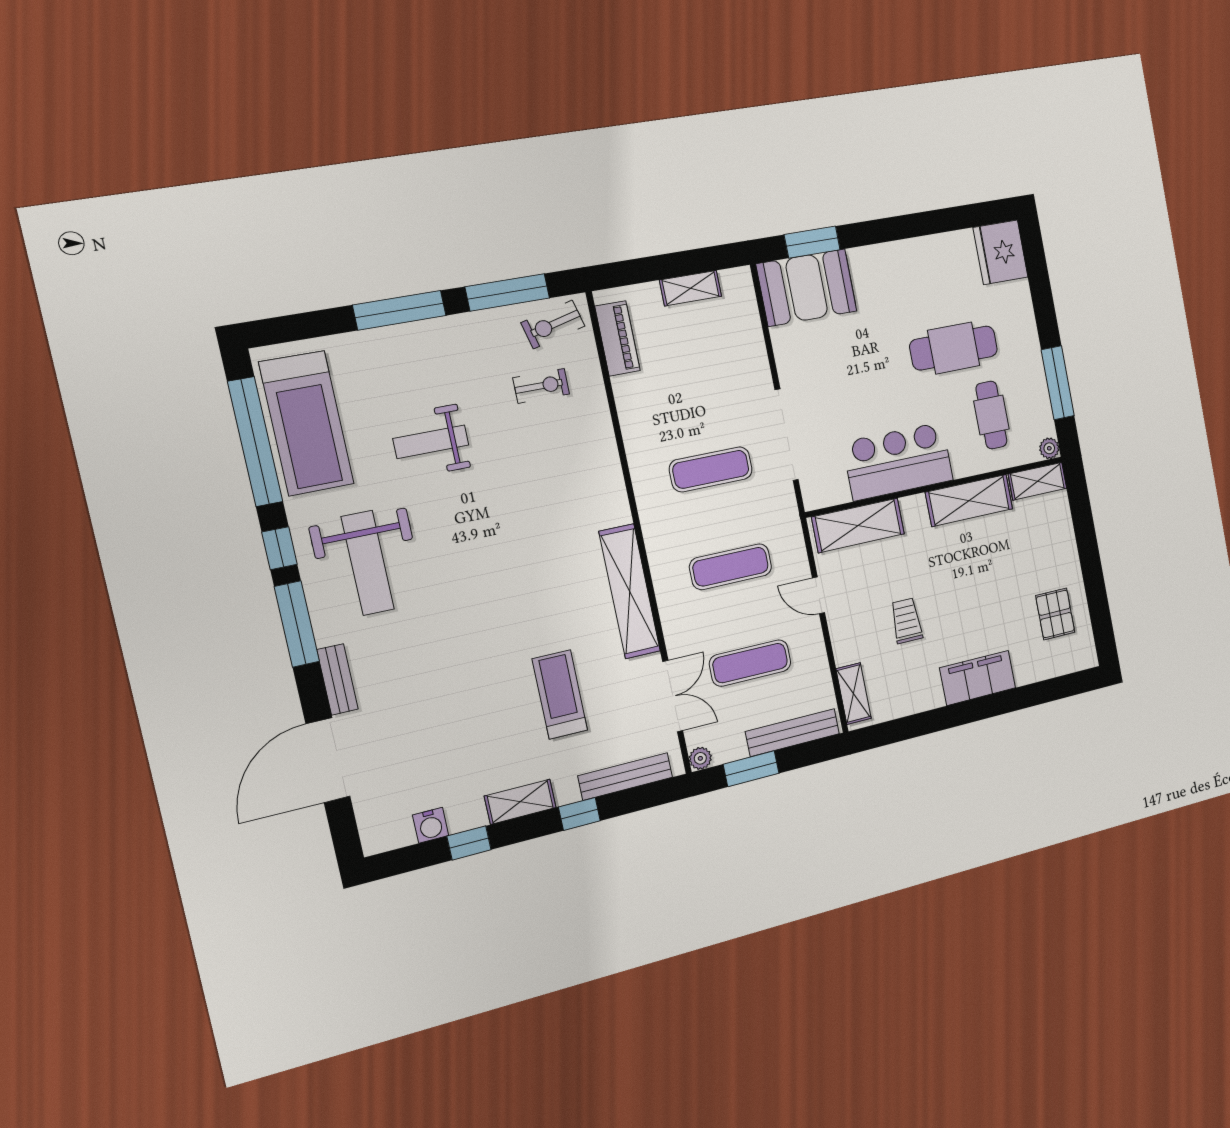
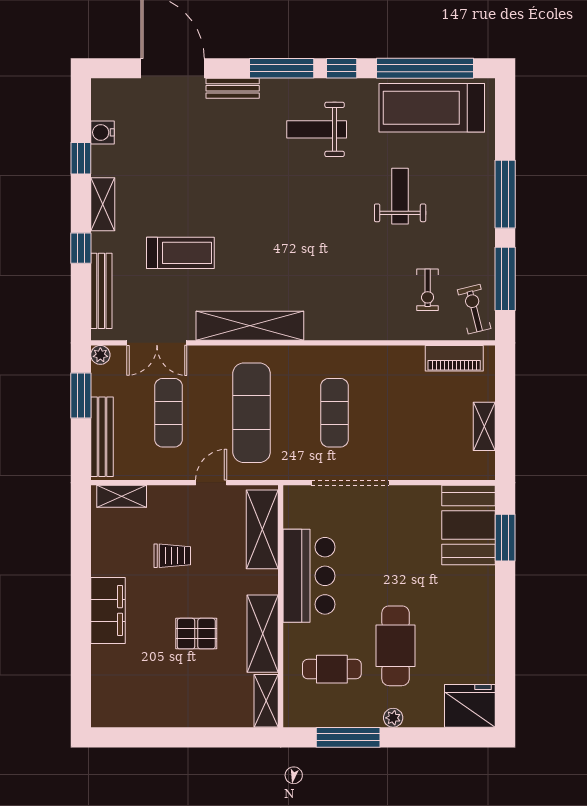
plant: (1049, 448) -> (393, 718), moved
weight bench: (368, 563) -> (317, 129), width x0.73, depth x0.75
exercise mat: (731, 567) -> (252, 413), width x1.36, depth x1.45
pallet: (1055, 614) -> (196, 634), moved

